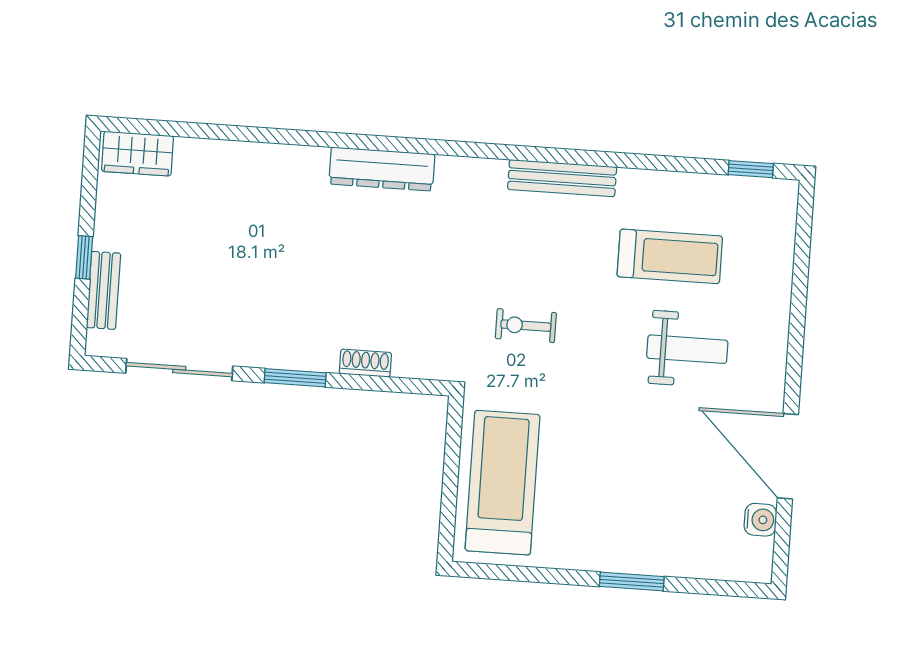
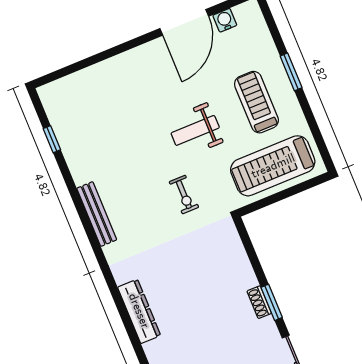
window: (751, 169) -> (52, 139), moved
treadmill: (670, 256) -> (256, 102), moved
weight bench: (687, 349) -> (195, 130), moved, turned -90
shoe rack: (365, 363) -> (259, 302), moved

